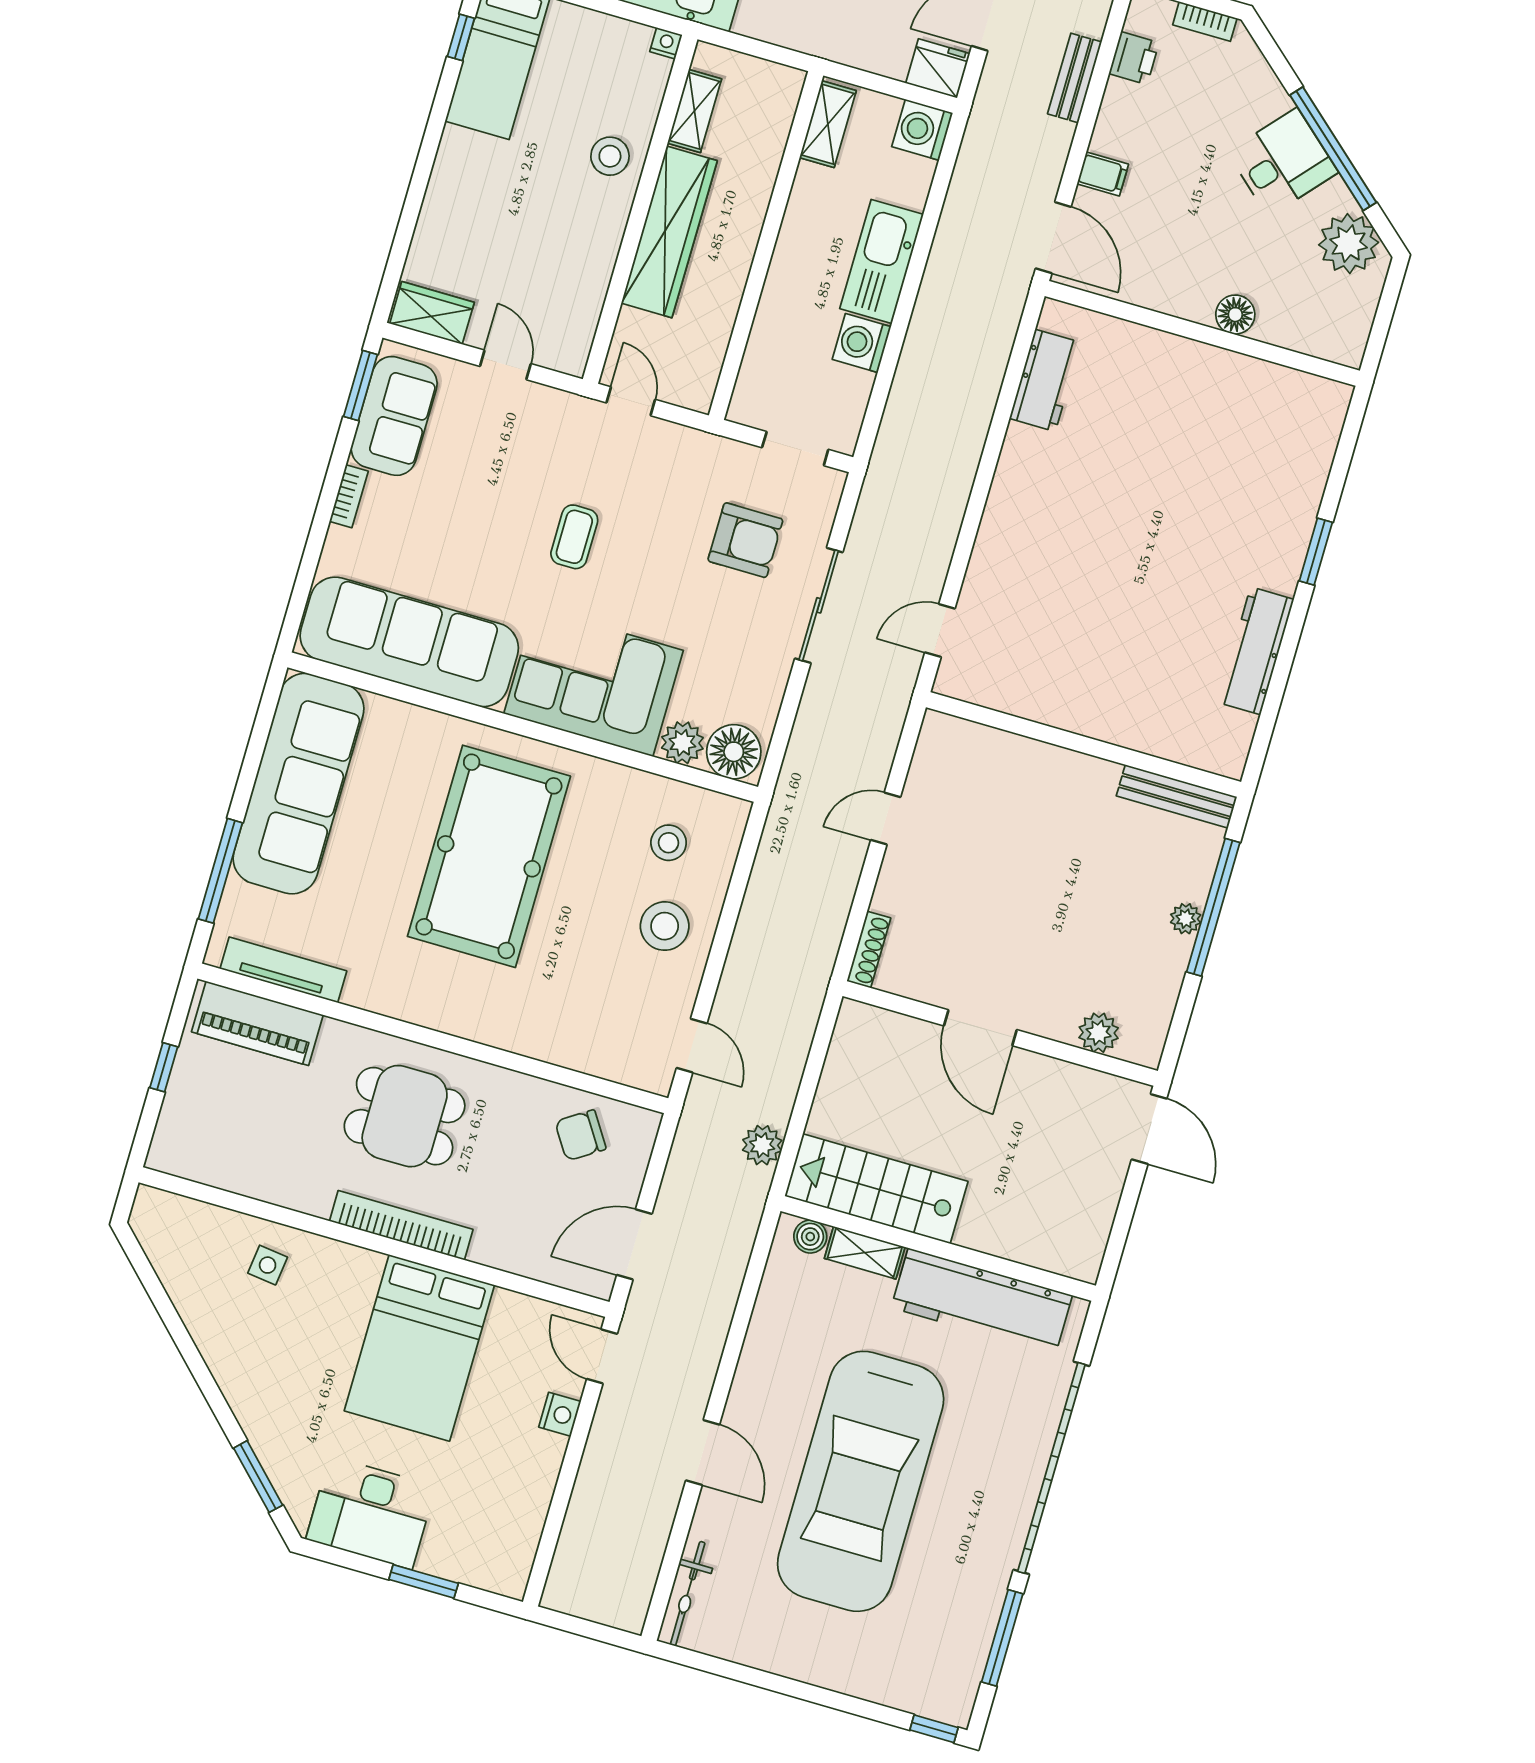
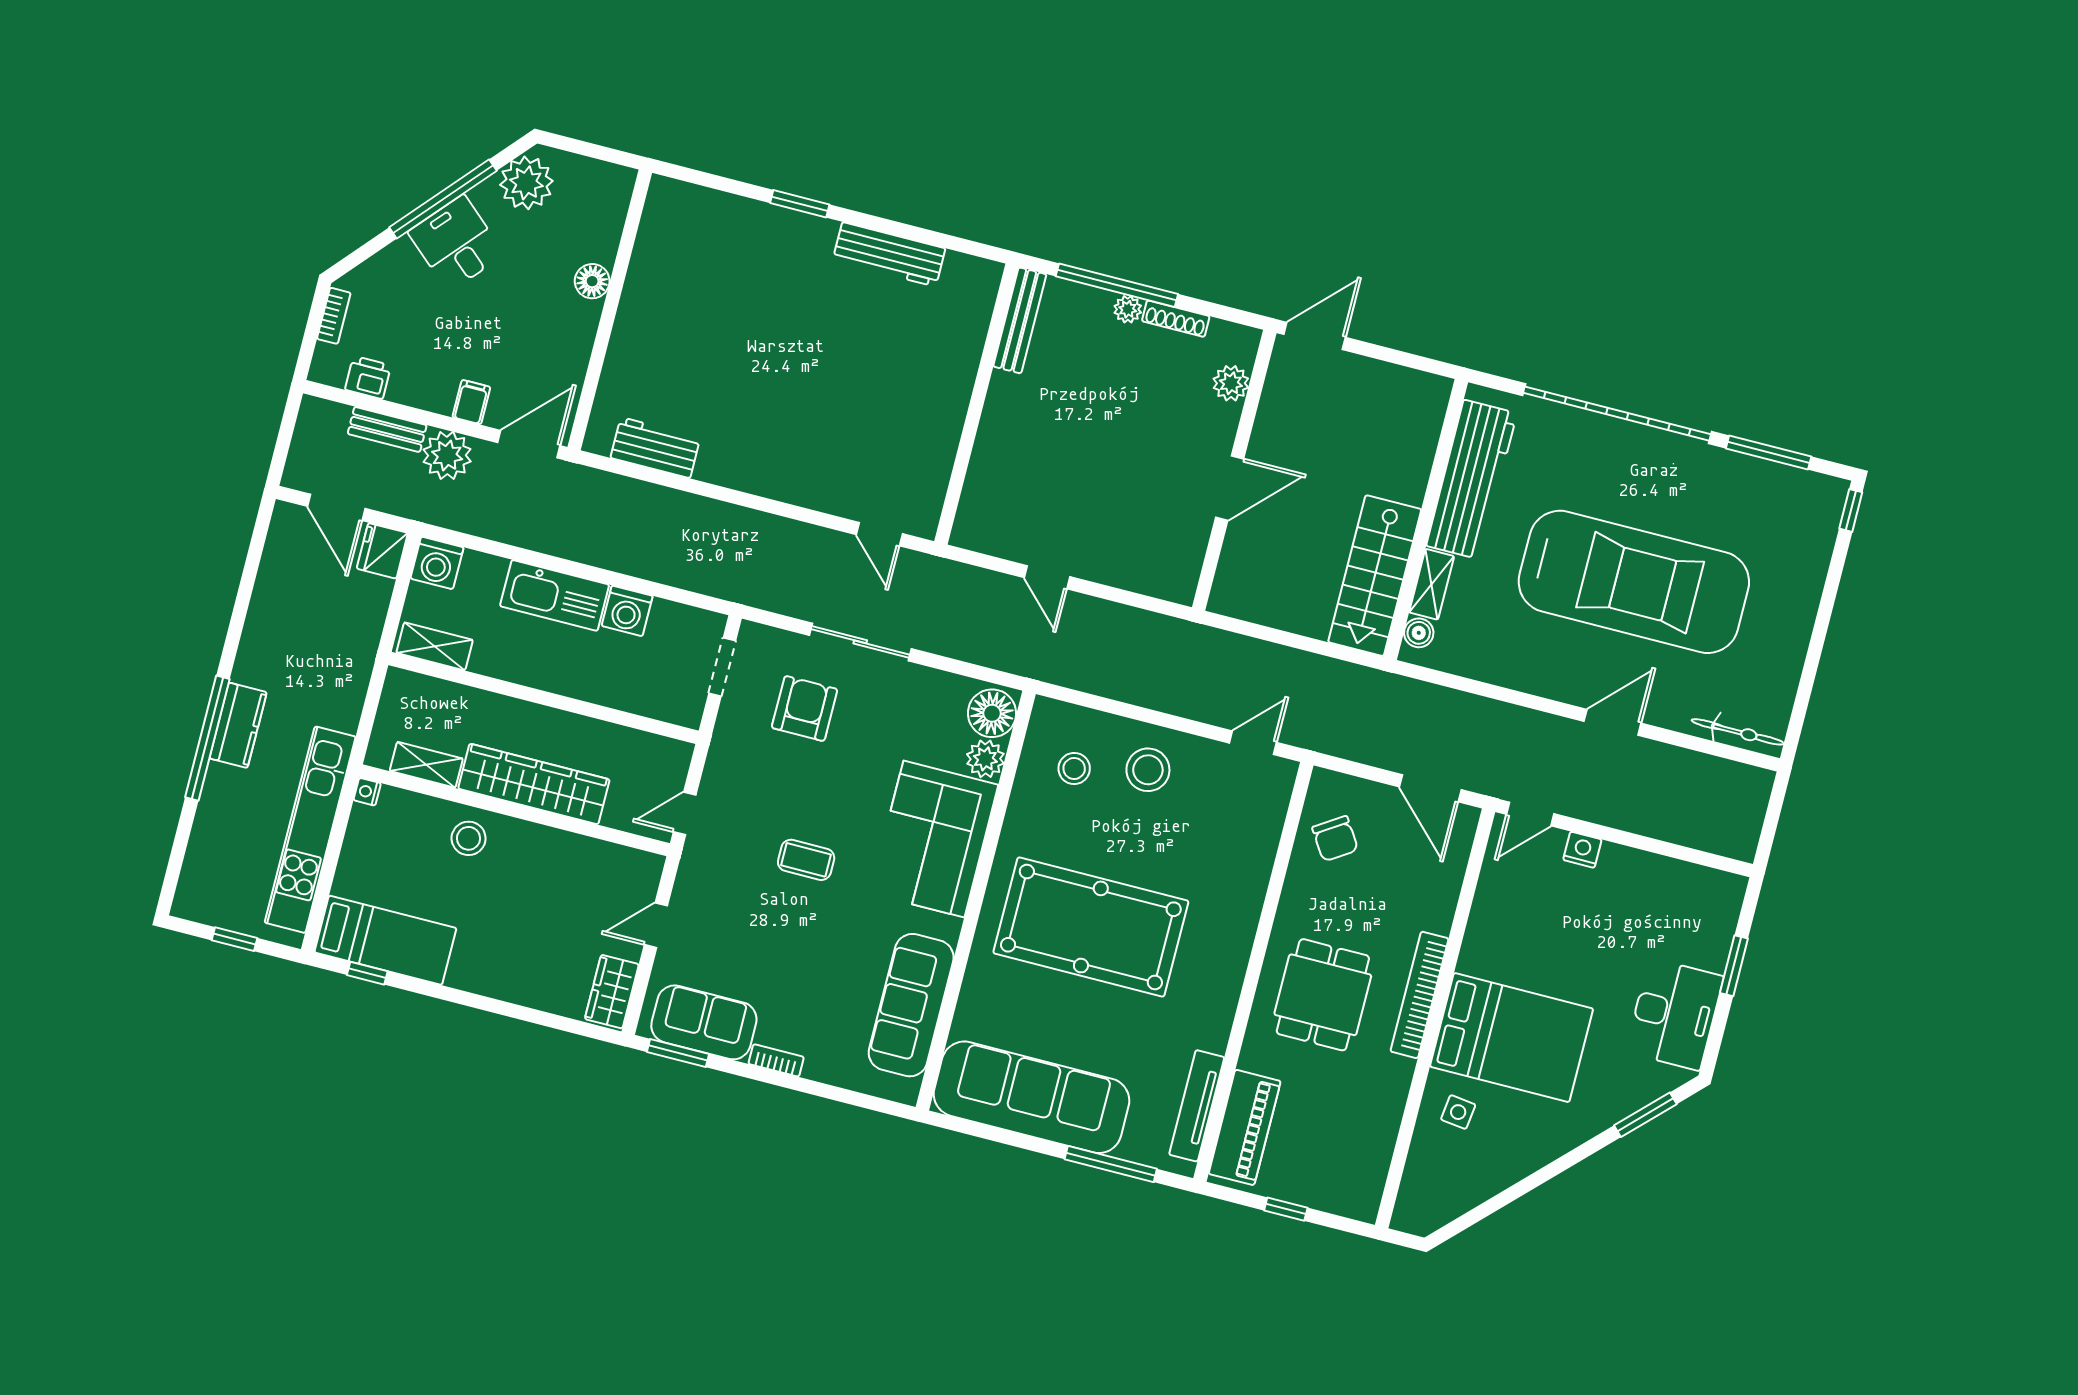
sofa: (409, 642) -> (911, 1005), width x0.74, depth x0.79
shoe rack: (869, 950) -> (1176, 319), moved, turned 180
plant: (762, 1145) -> (447, 455), moved, width x1.36, depth x1.36
bed: (419, 1348) -> (1512, 1038), moved

